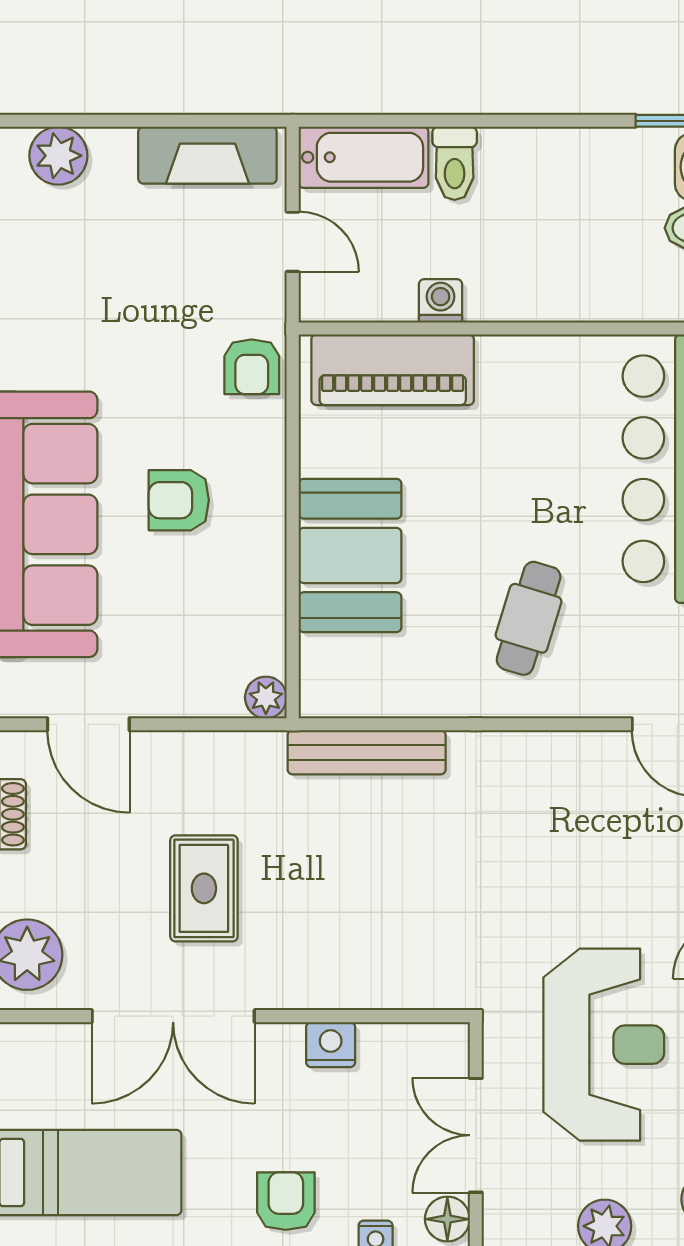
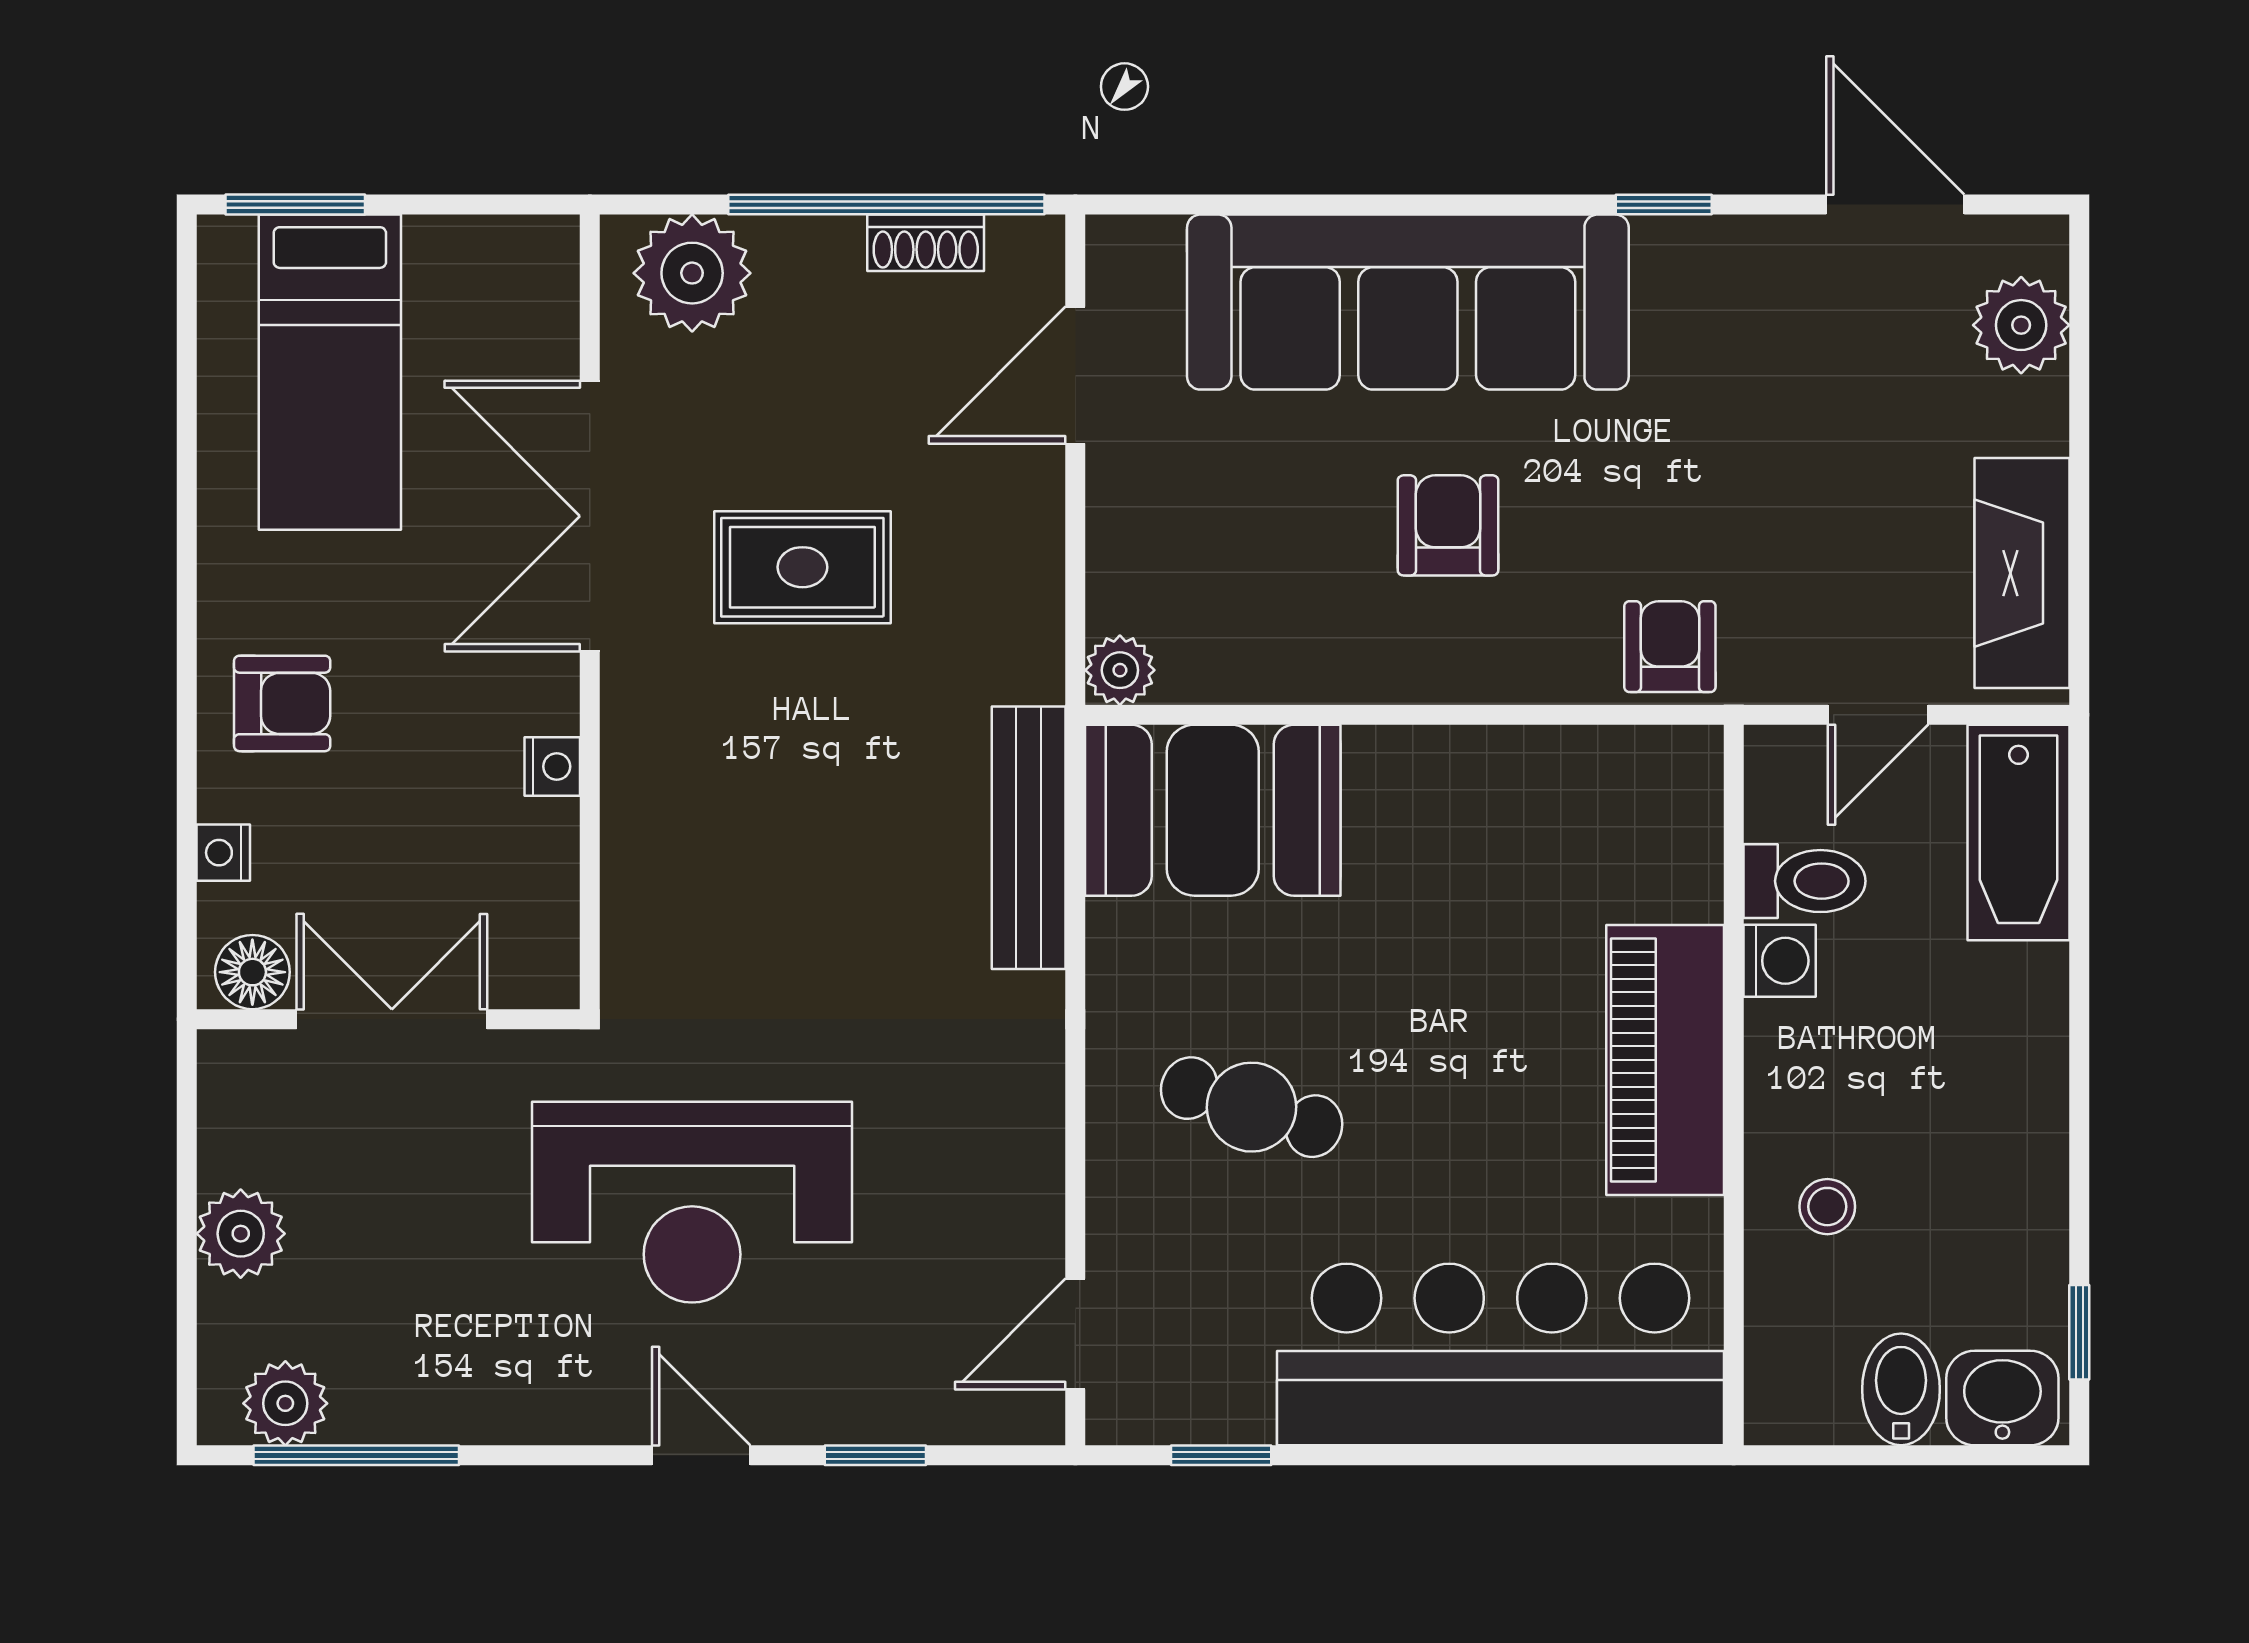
toilet: (455, 163) -> (1805, 881), moved, turned 180
stool: (588, 272) -> (1827, 1207), added
armchair: (252, 367) -> (1670, 647), turned 90
piano: (393, 370) -> (1665, 1060), moved
booth: (350, 555) -> (1213, 810), moved
nightstand: (331, 1045) -> (552, 766), width x0.72, depth x0.74
reception desk: (604, 1045) -> (692, 1202), moved

